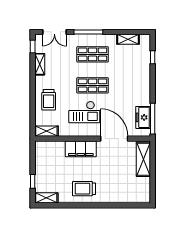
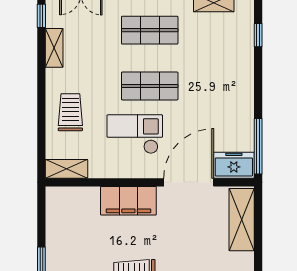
trolley: (49, 100) -> (70, 112), turned 180
checkout: (84, 112) -> (135, 134), turned 180
freezer: (143, 117) -> (234, 165), moved, turned 90
door: (114, 139) -> (189, 182), hinge flipped

